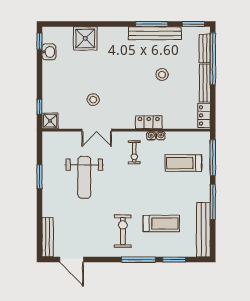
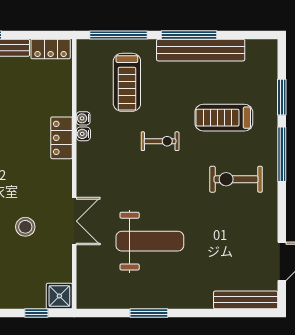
exercise bike: (134, 152) -> (160, 141), moved
treadmill: (161, 223) -> (224, 118), turned -90
bench: (203, 230) -> (201, 50), moved

